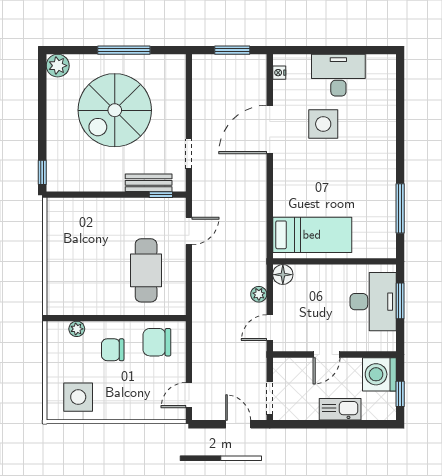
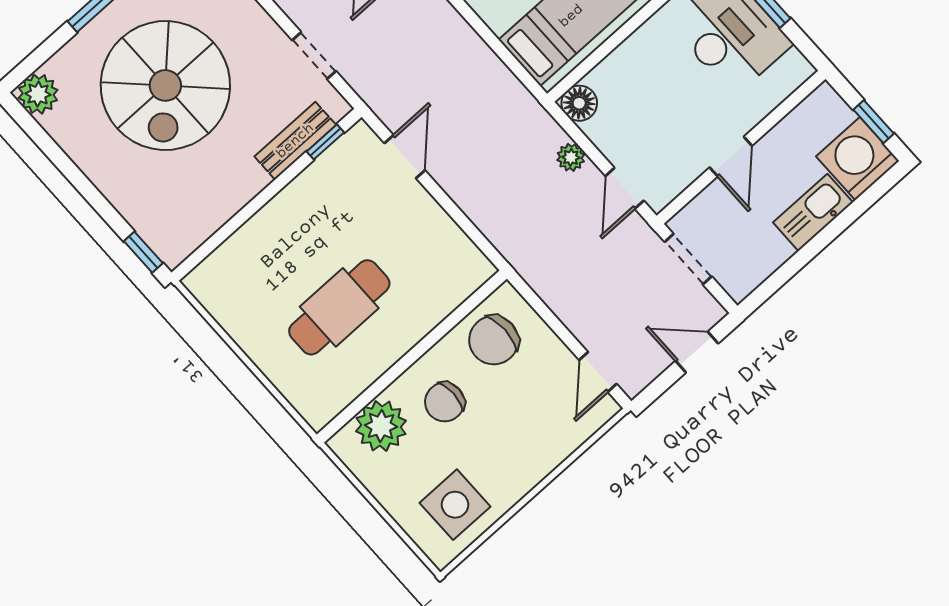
cafe table: (146, 270) -> (339, 307), moved, turned 90
plant: (77, 329) -> (381, 426), width x1.88, depth x1.88
washing machine: (379, 374) -> (858, 159), moved, turned 90
doorway: (270, 398) -> (688, 259), moved

